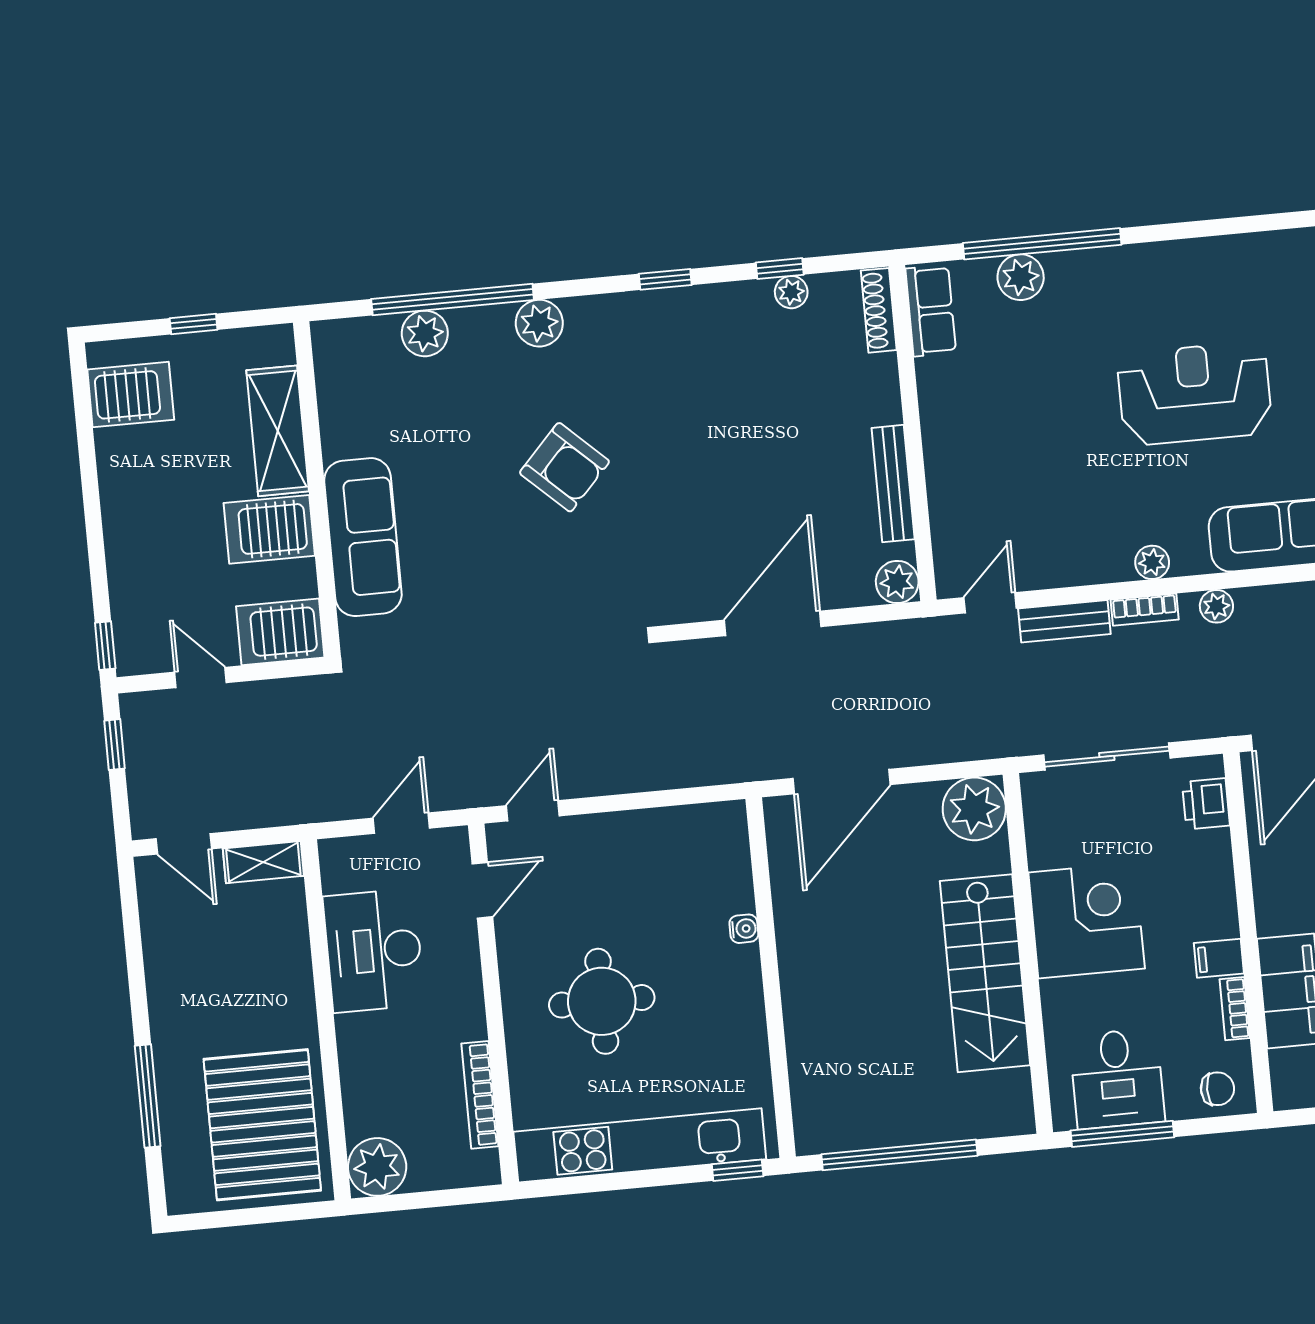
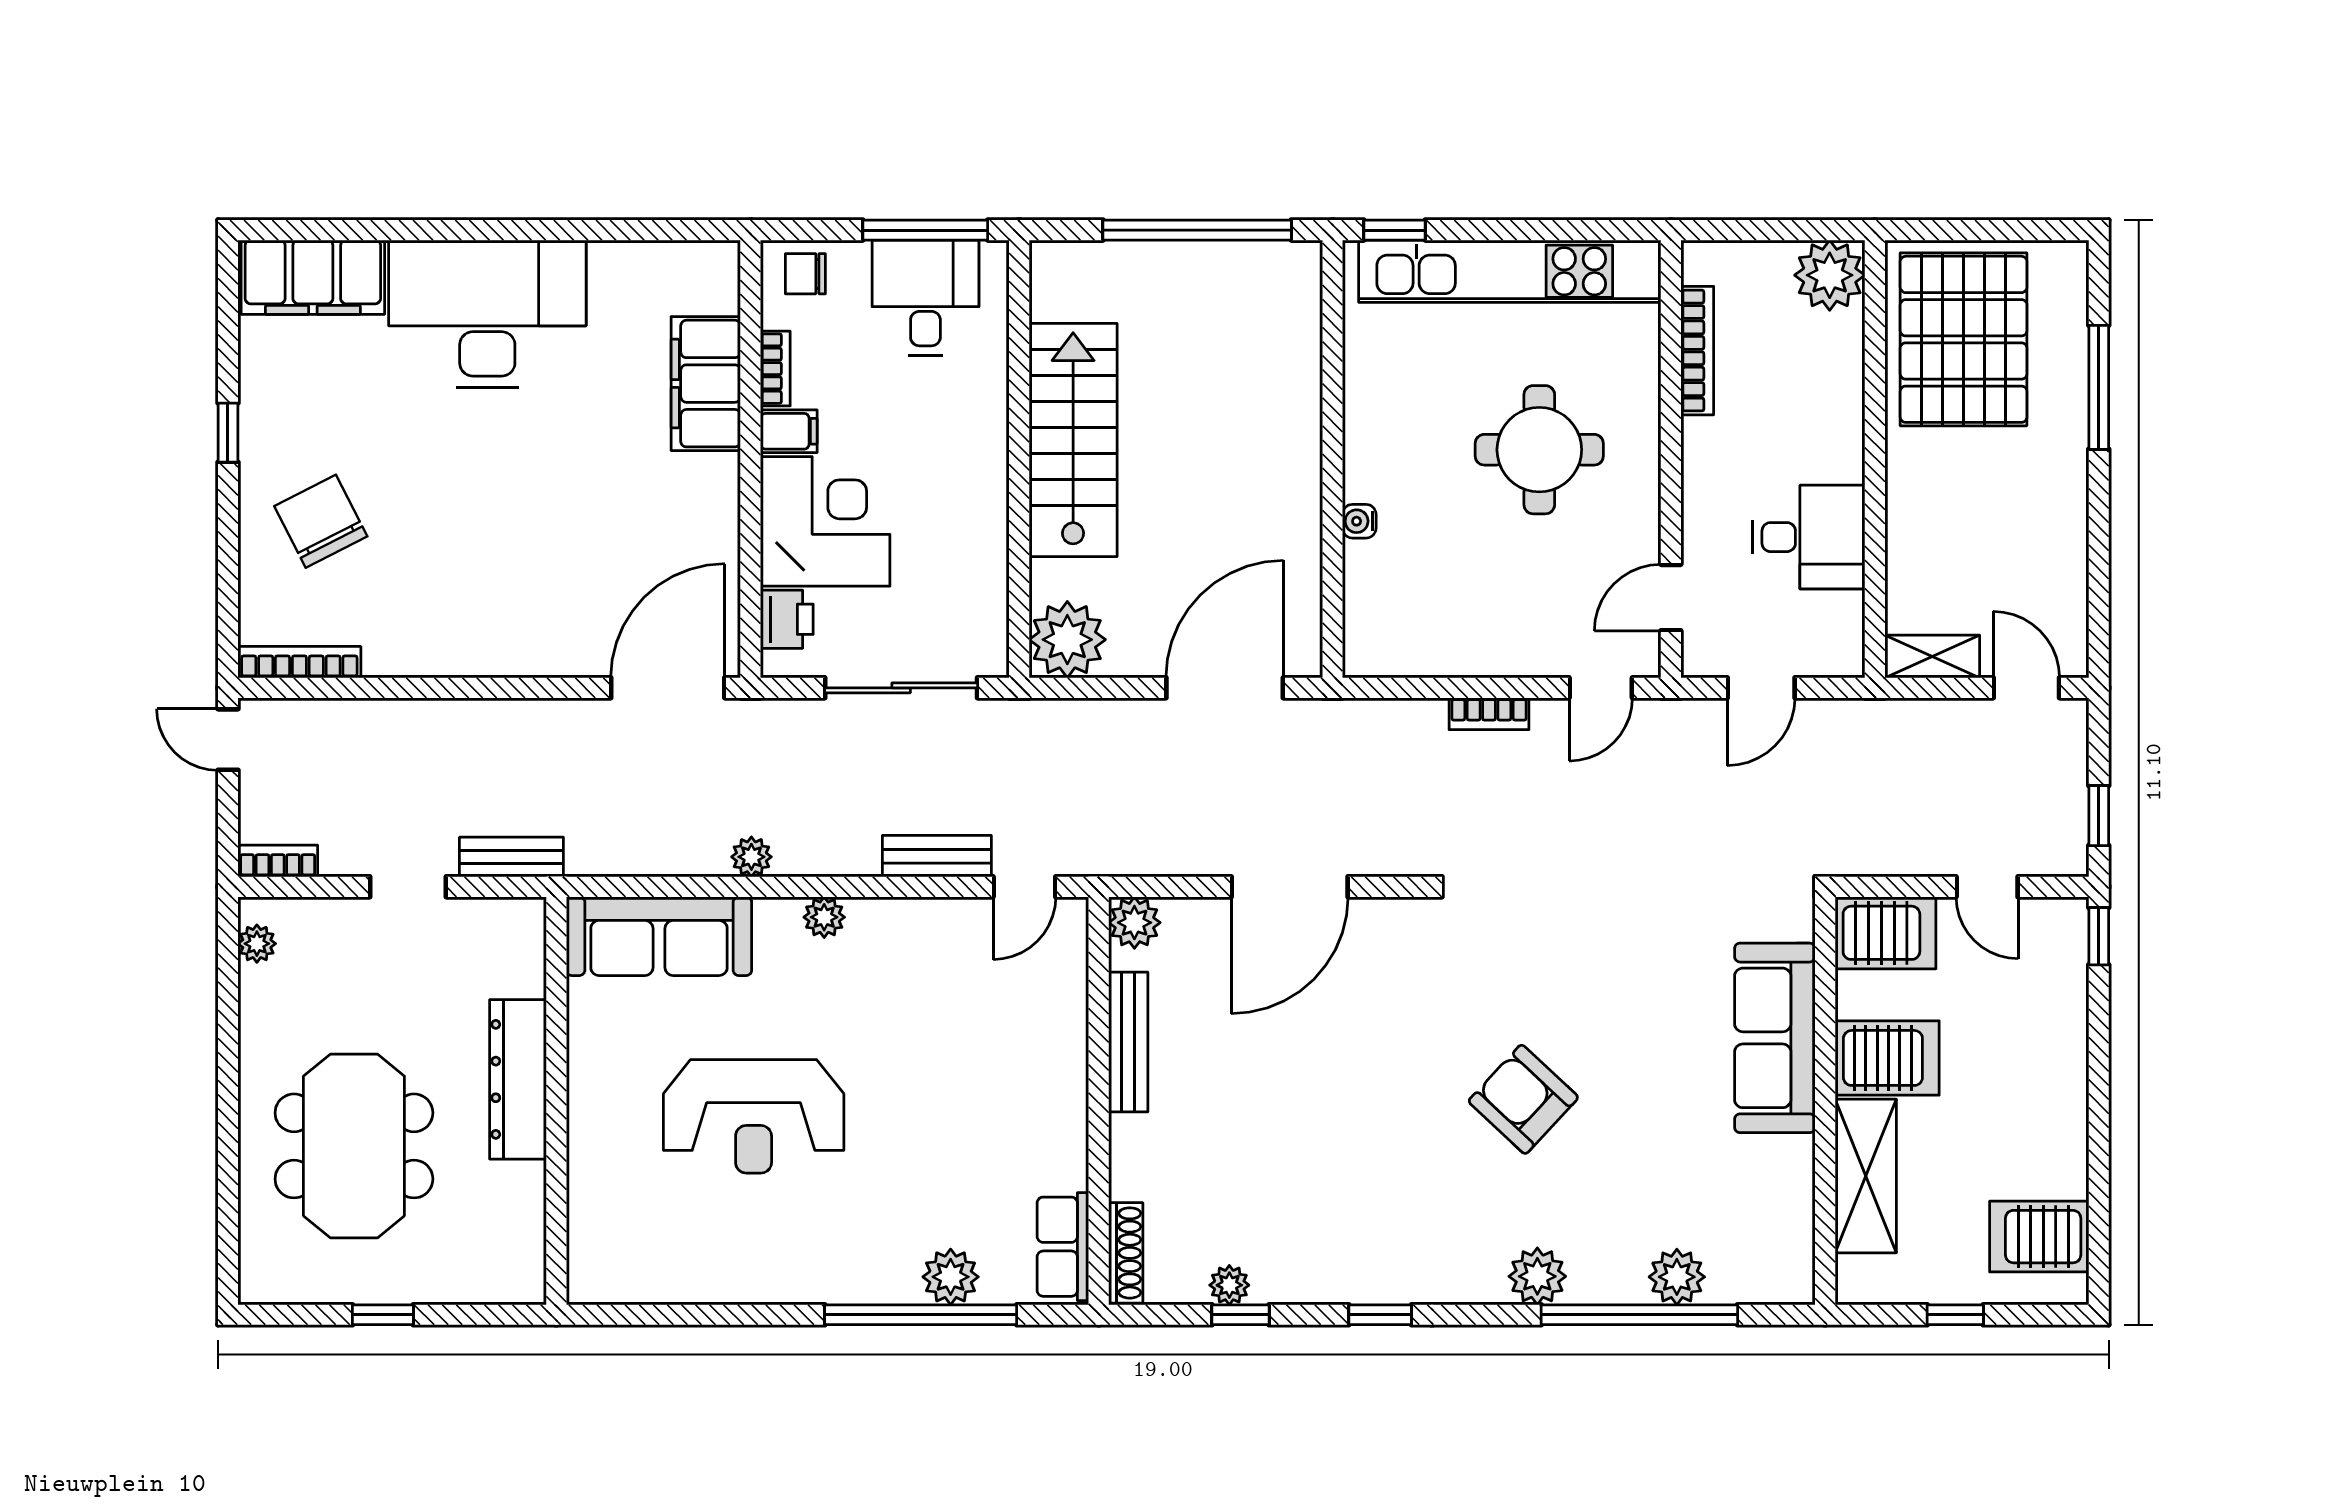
bookcase: (1145, 610) -> (1489, 714), moved, turned 180
corner desk: (1087, 920) -> (825, 521), moved, turned 180
desk: (374, 951) -> (1809, 537), width x0.73

